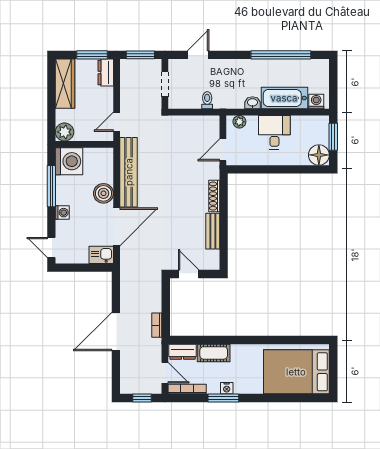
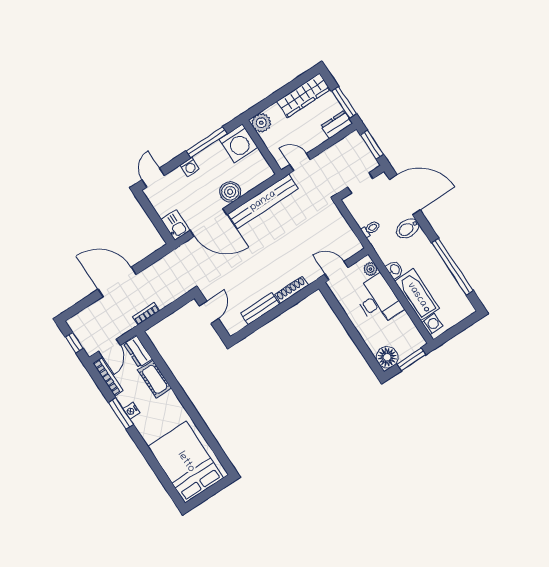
door: (198, 55) -> (405, 195), width x1.87
bidet: (227, 71) -> (408, 228), added
desk: (274, 132) -> (378, 300), width x1.37

